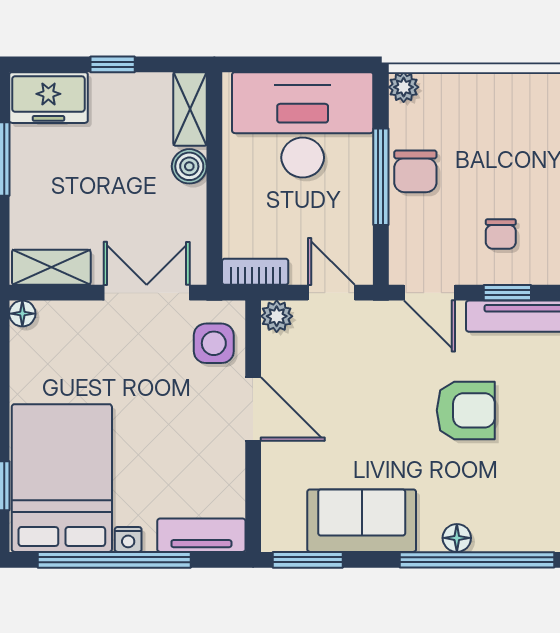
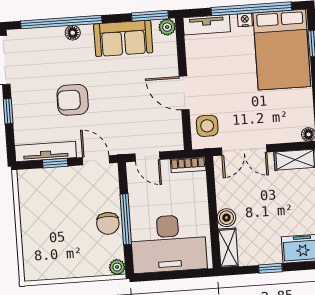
chair: (415, 171) -> (108, 223), turned 180
chair: (501, 234) -> (61, 194), removed
plant: (277, 316) -> (167, 27), moved

